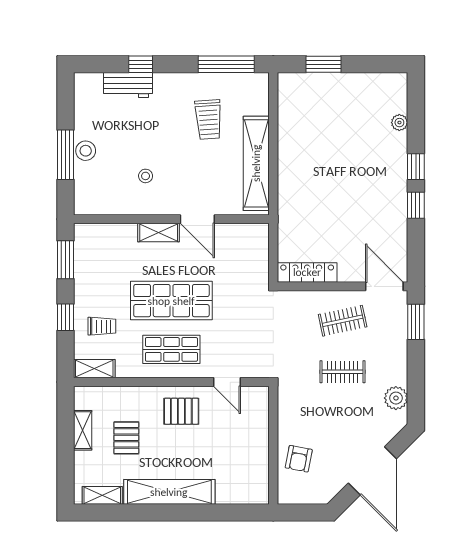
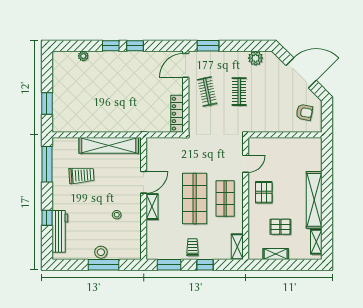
workbench: (128, 85) -> (60, 231), width x1.37
trolley: (102, 326) -> (193, 247), moved
armchair: (299, 459) -> (304, 112), moved

